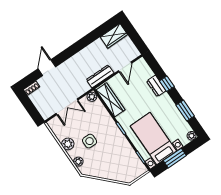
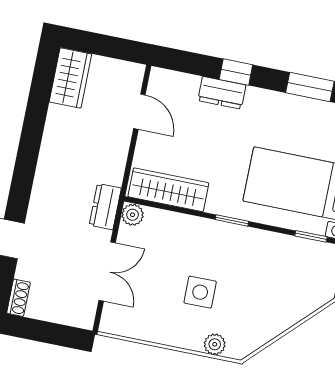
dresser: (100, 76) -> (105, 207), moved, width x0.70
plant: (68, 144) -> (169, 332), removed

